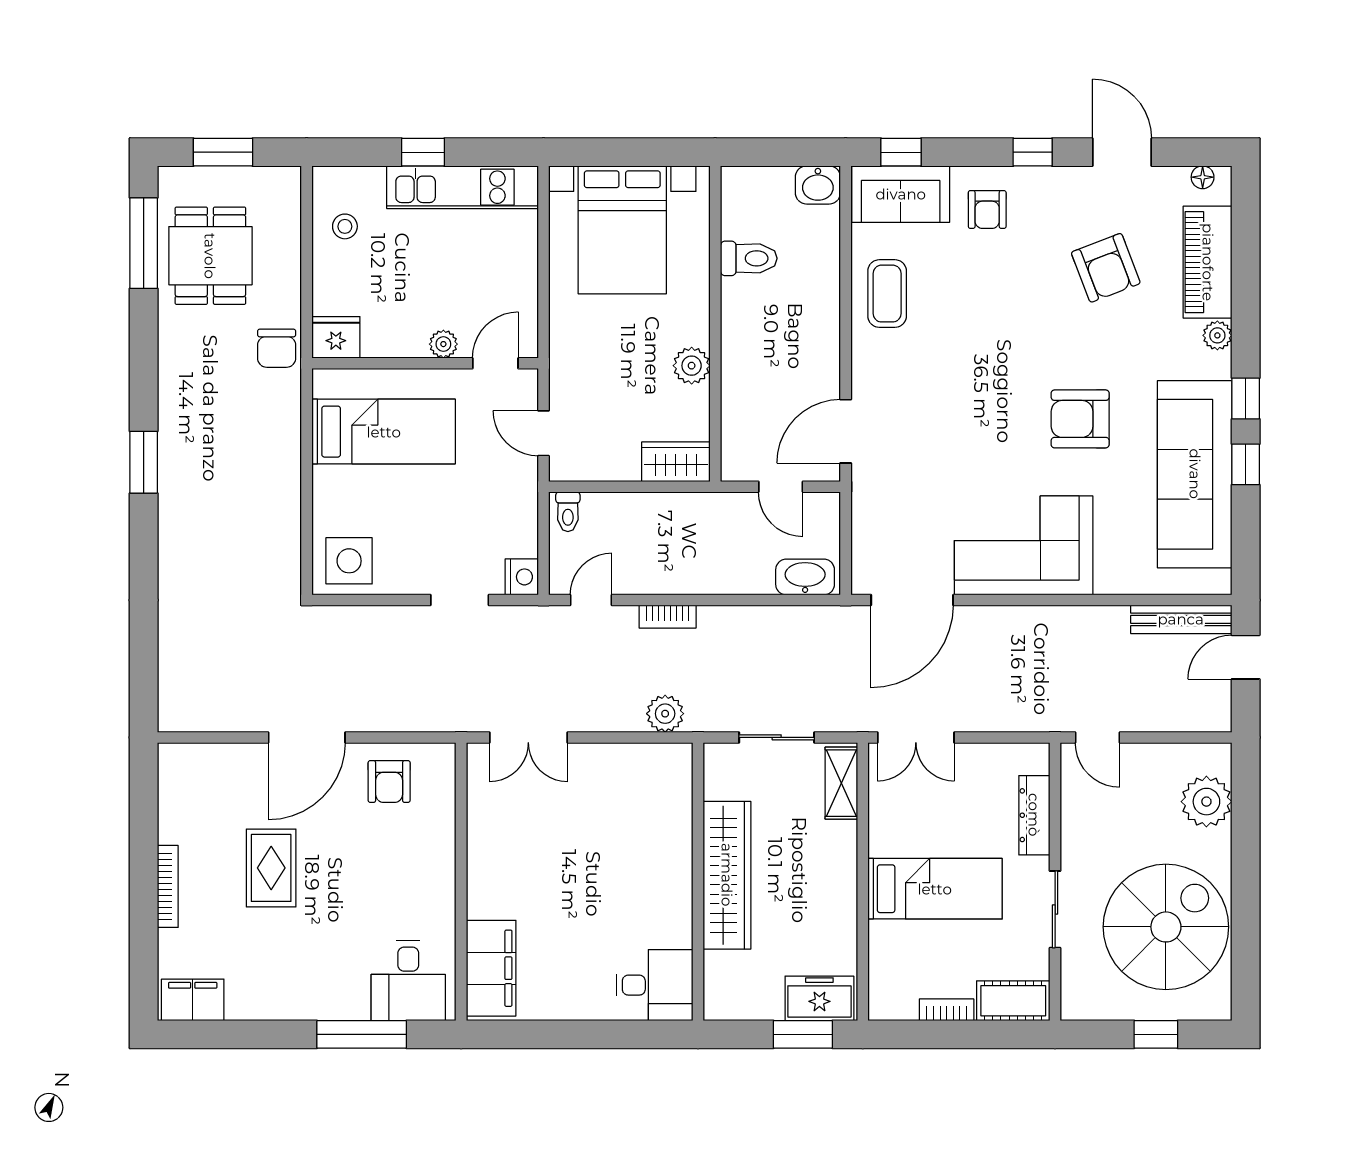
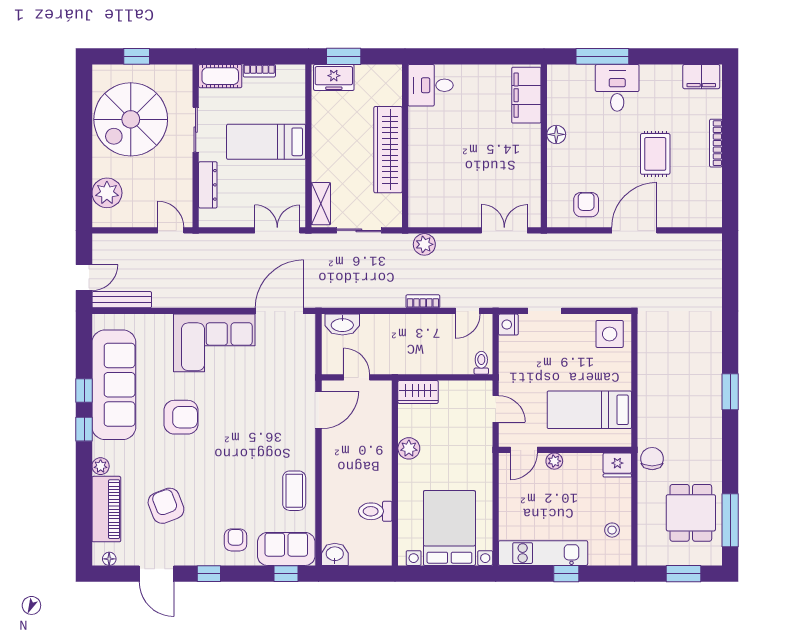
floor lamp: (440, 901) -> (556, 134), added
desk: (408, 981) -> (617, 88), moved

